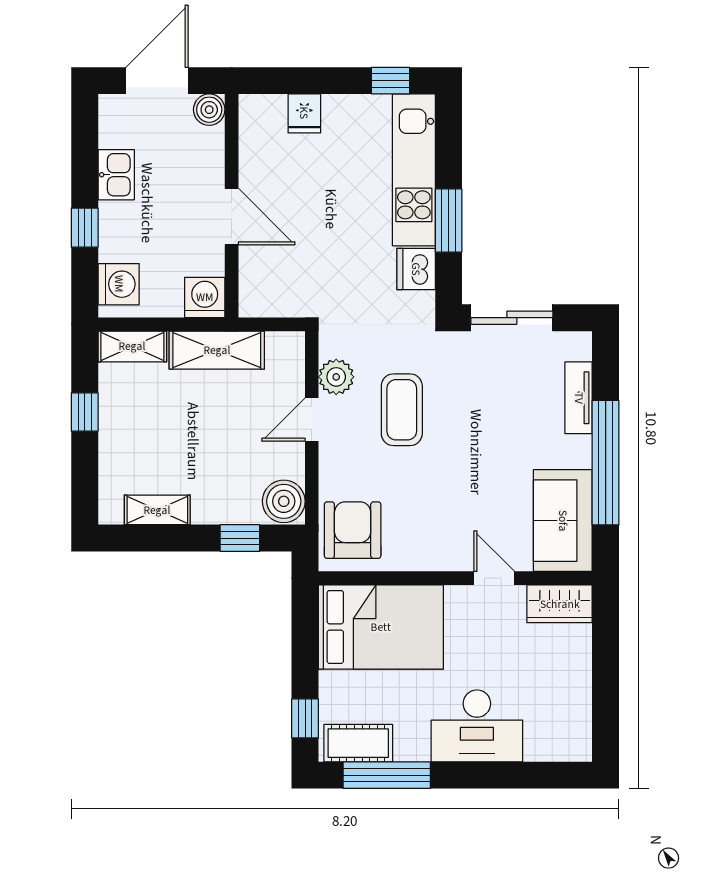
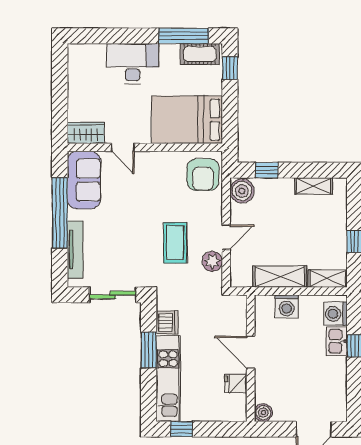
boiler: (209, 110) -> (263, 413), moved
fridge: (304, 113) -> (236, 384), moved, turned -90
kitchen sink: (116, 175) -> (337, 341), moved
wall: (232, 206) -> (251, 358), moved
door: (232, 216) -> (251, 352), moved
tv unit: (579, 398) -> (75, 250), width x1.41

